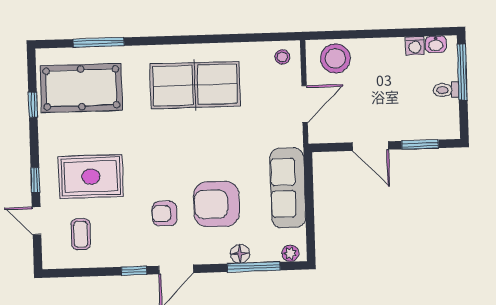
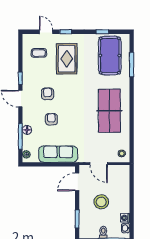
stool: (335, 58) -> (101, 202), moved
door: (370, 146) -> (77, 182), moved
armchair: (216, 204) -> (51, 119), width x0.53, depth x0.53
door: (37, 221) -> (46, 32), hinge flipped

